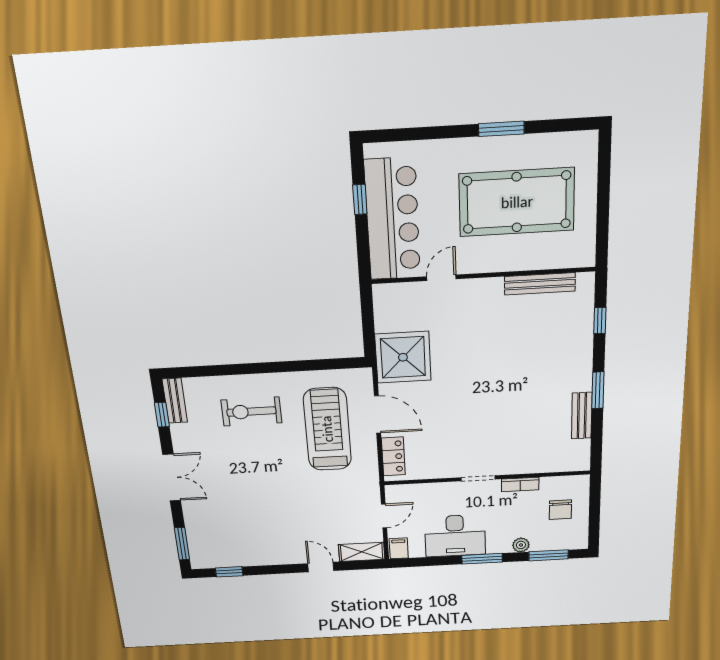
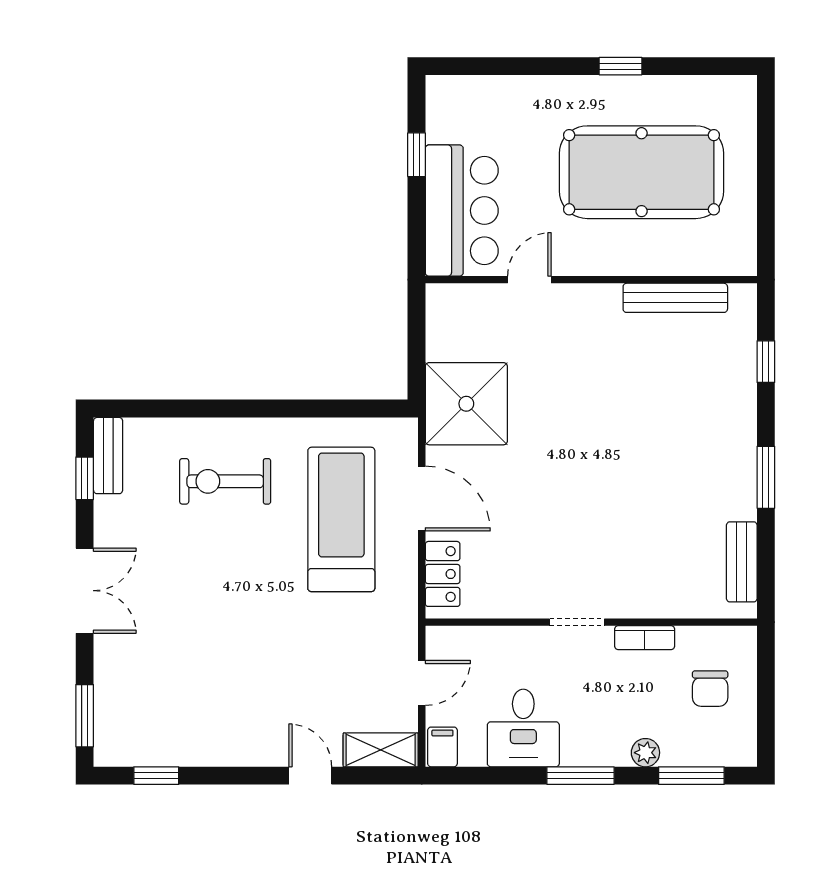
window: (501, 129) -> (620, 66), width x0.67
bar counter: (393, 219) -> (462, 211), width x0.73
bench: (582, 416) -> (742, 562), moved
desk: (455, 536) -> (523, 728), width x0.73

